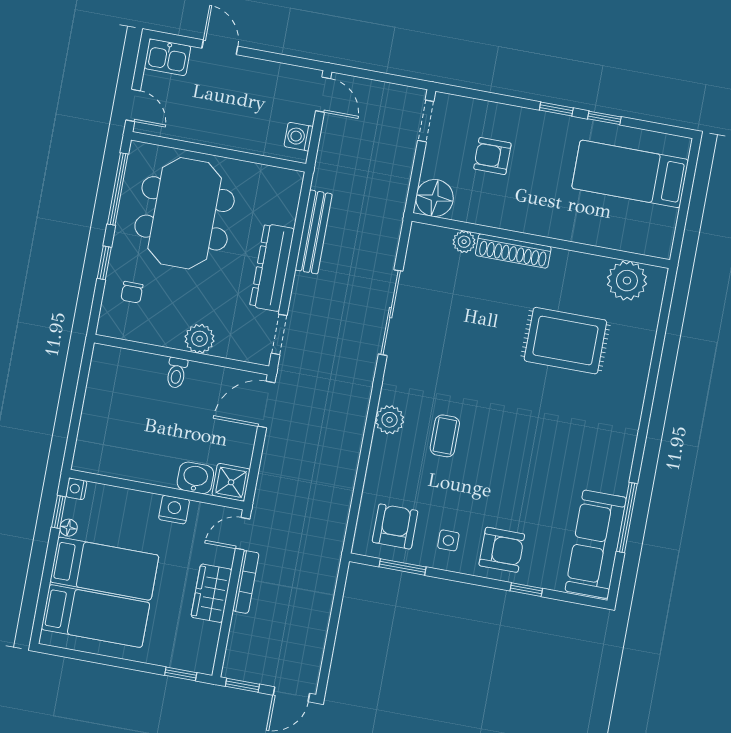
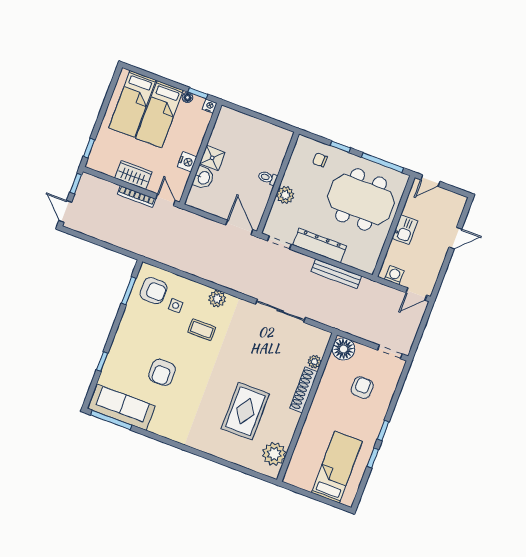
kitchen sink: (167, 57) -> (405, 230), moved, turned 180
shower: (231, 482) -> (212, 158), moved
window: (627, 518) -> (111, 420), moved
side table: (448, 540) -> (176, 306), moved
armchair: (502, 550) -> (162, 372), moved

